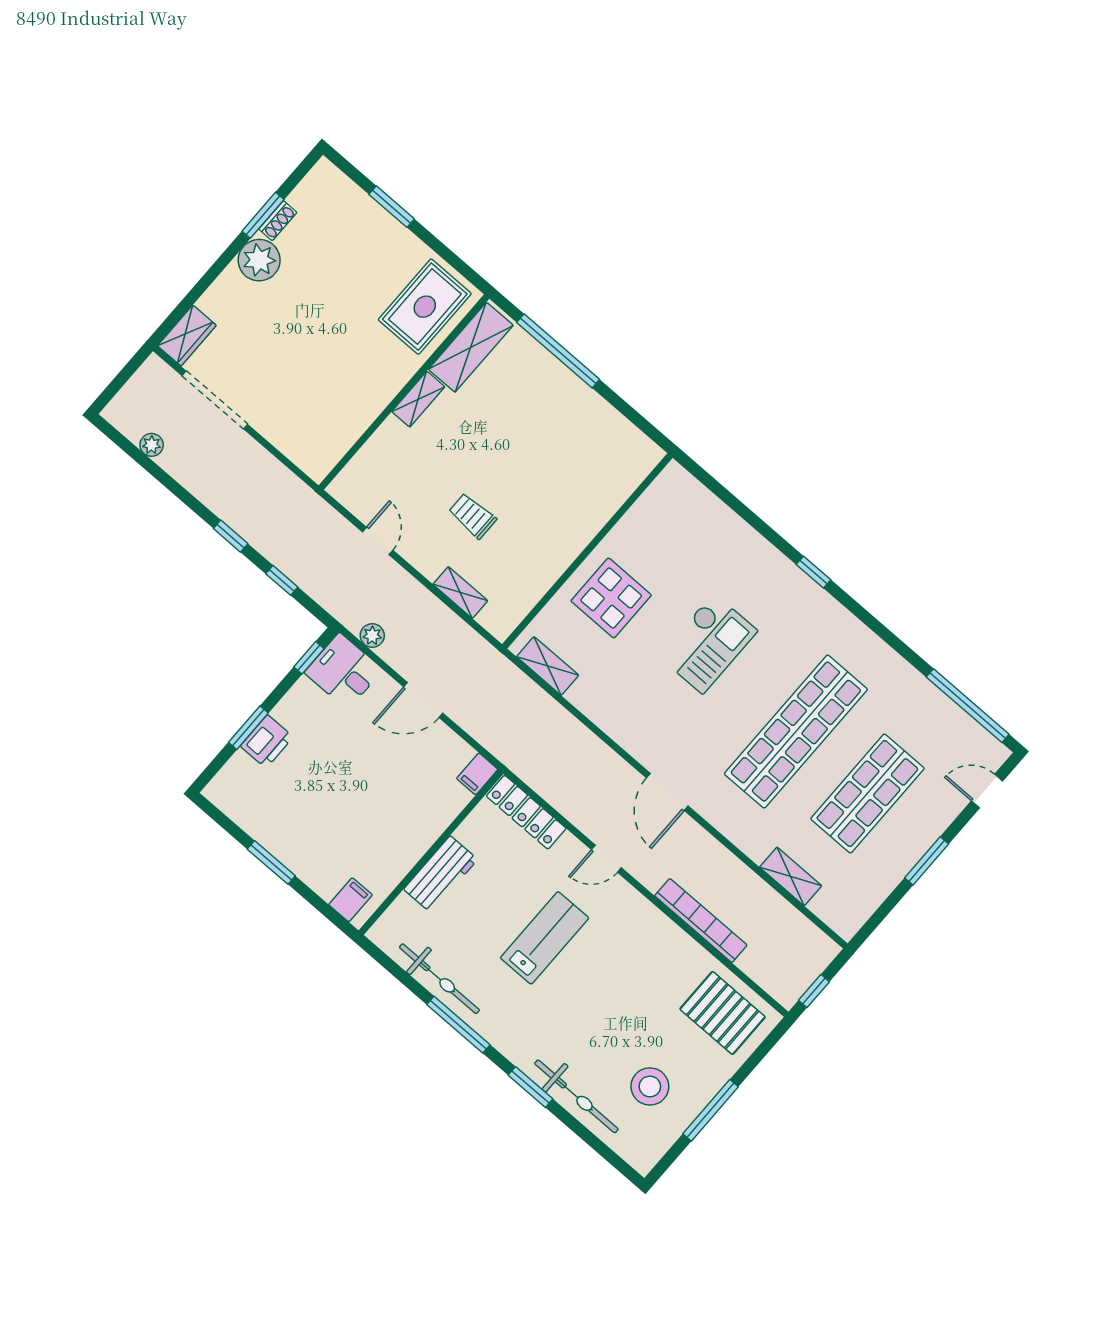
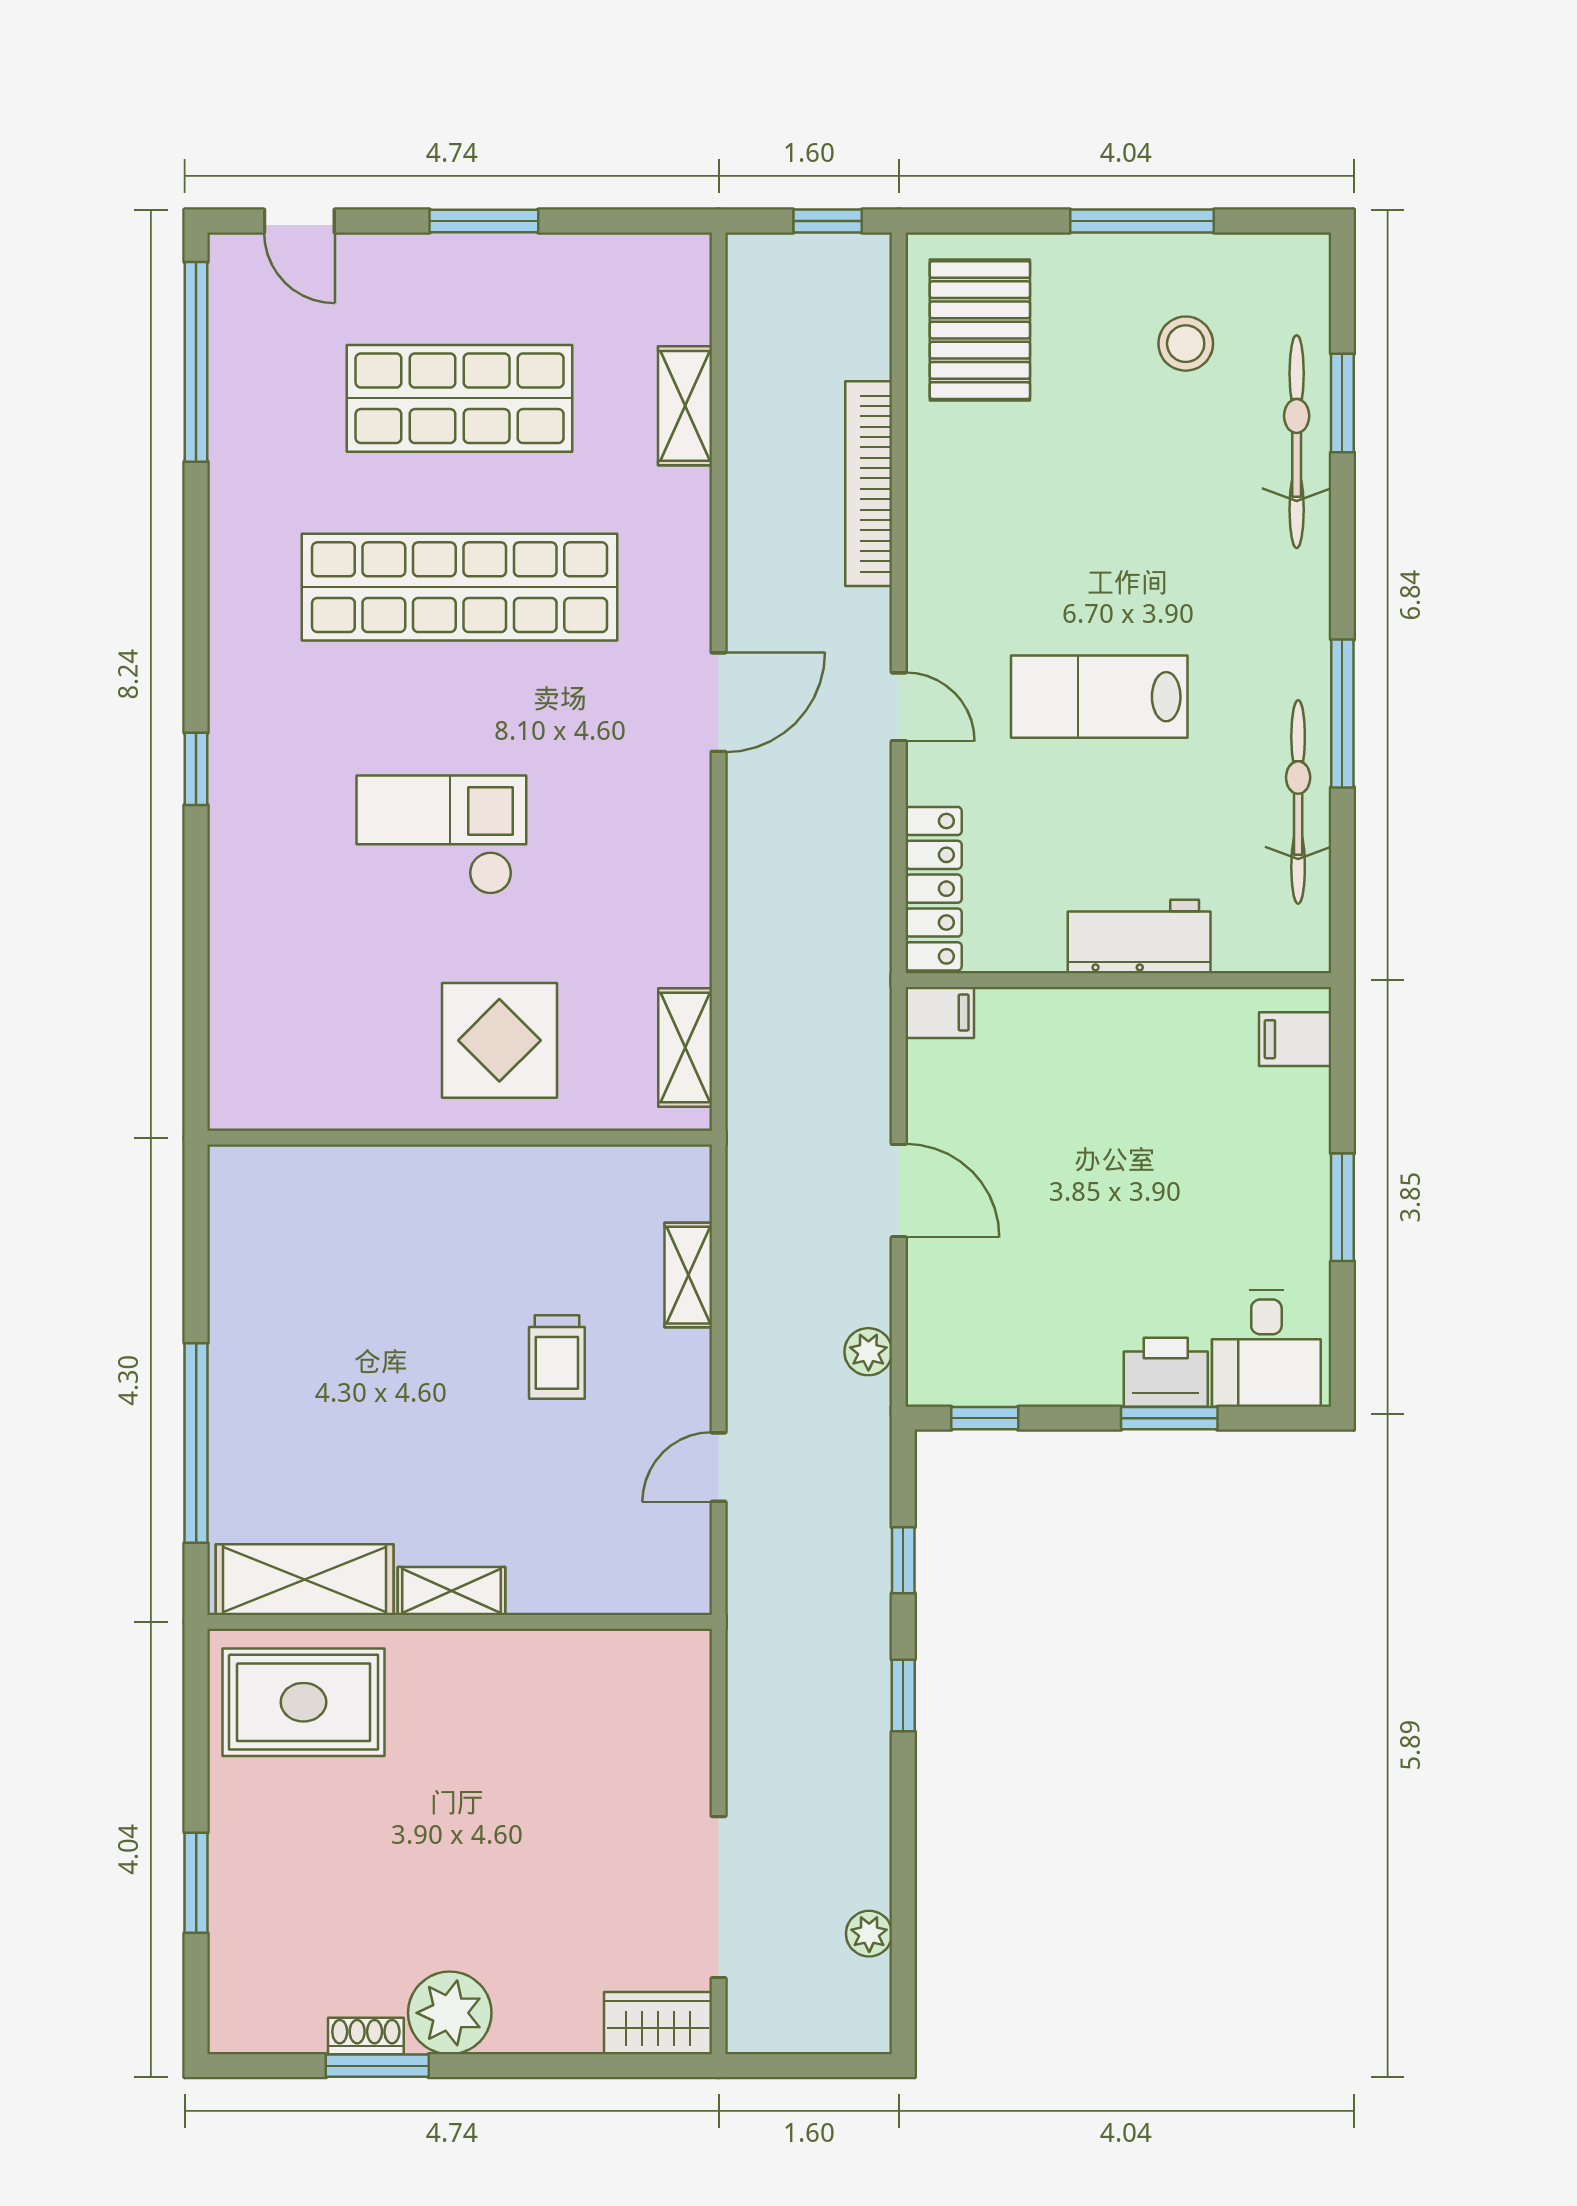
desk: (343, 671) -> (1266, 1348), moved
stool: (650, 1086) -> (1186, 344), width x0.73, depth x0.73
window: (531, 1087) -> (1342, 403), moved

